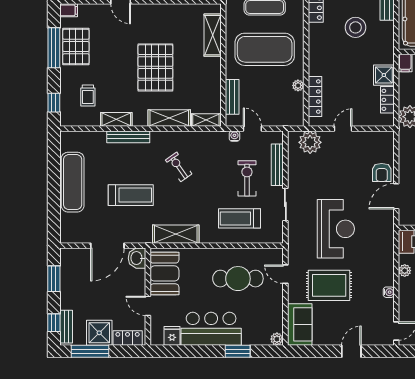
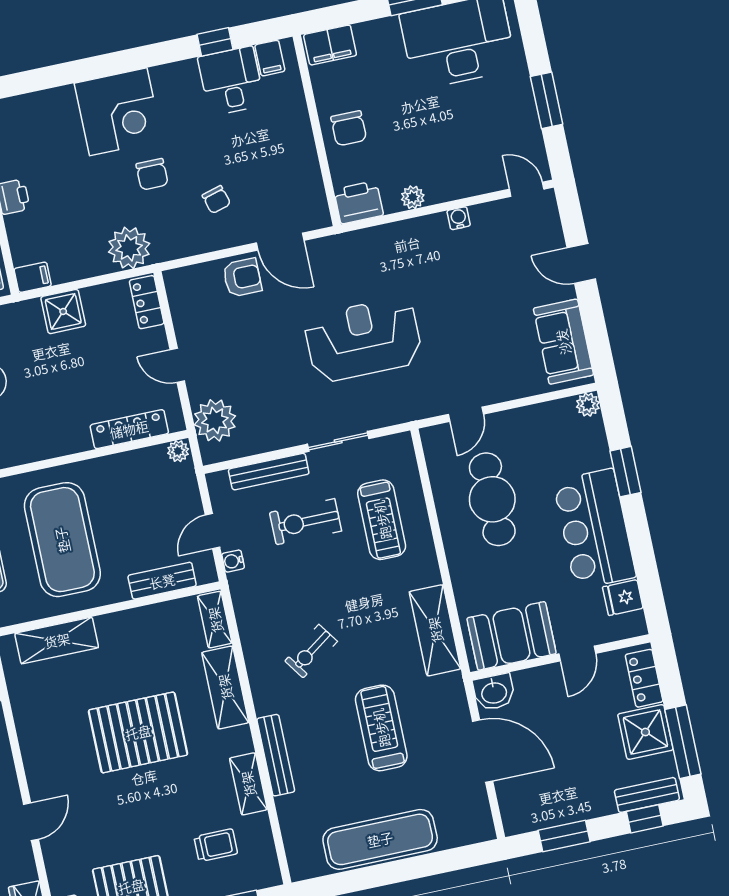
plant: (298, 85) -> (178, 451), moved
locker: (387, 100) -> (147, 302), moved, turned 90
rug: (329, 285) -> (469, 330), removed
sofa: (300, 324) -> (563, 342), moved, turned -90

